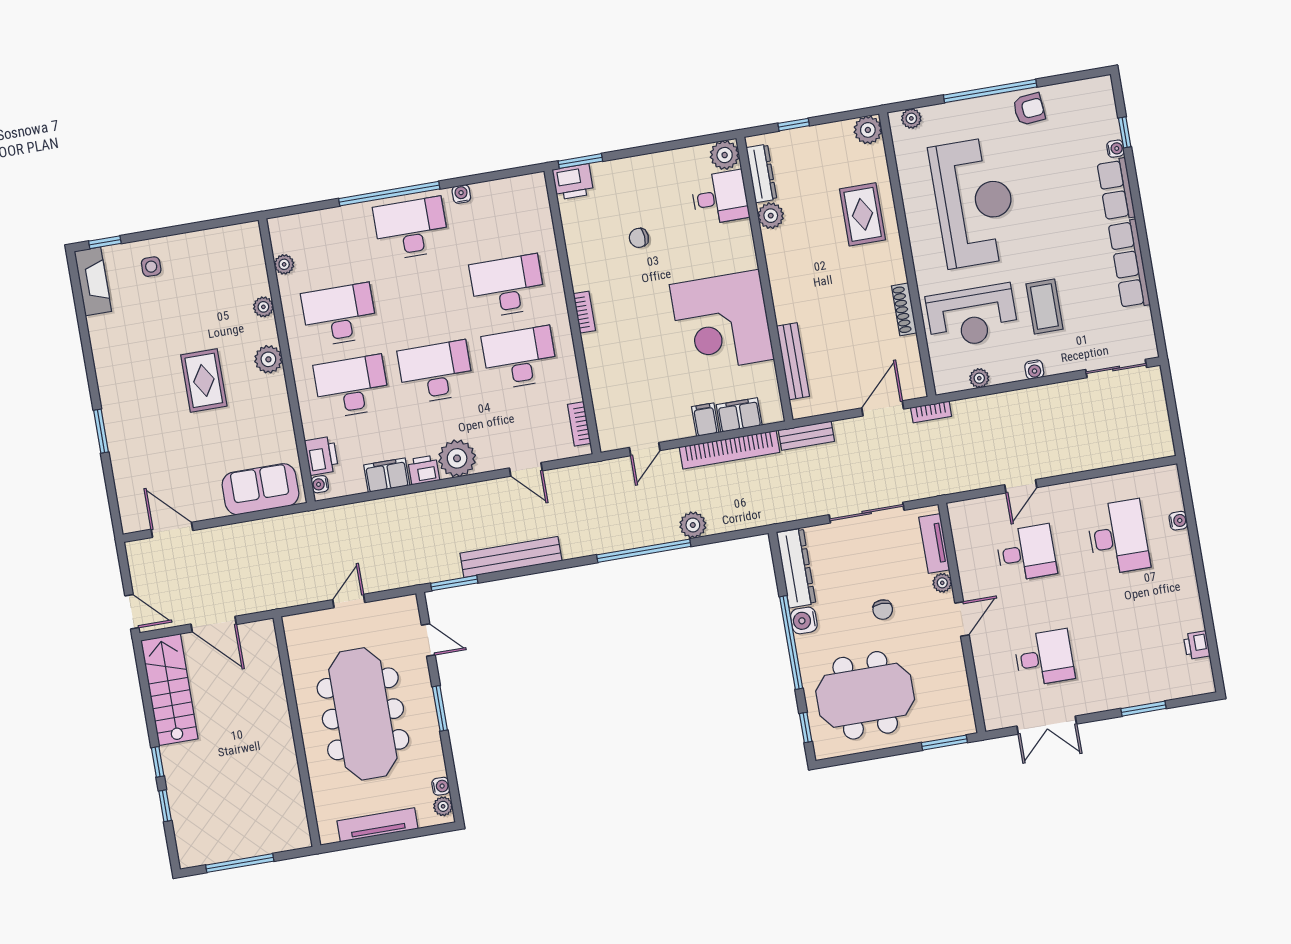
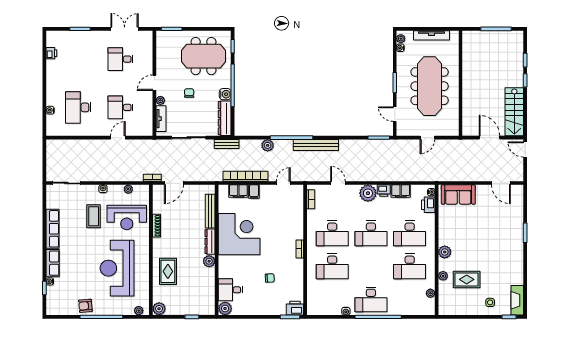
dresser: (761, 173) -> (210, 242), moved
plant: (771, 216) -> (209, 261), moved
reception desk: (972, 316) -> (127, 217), turned 180
rug: (204, 380) -> (467, 279), moved, turned 90
bench: (806, 436) -> (227, 144), moved
bench: (511, 557) -> (316, 145), moved

